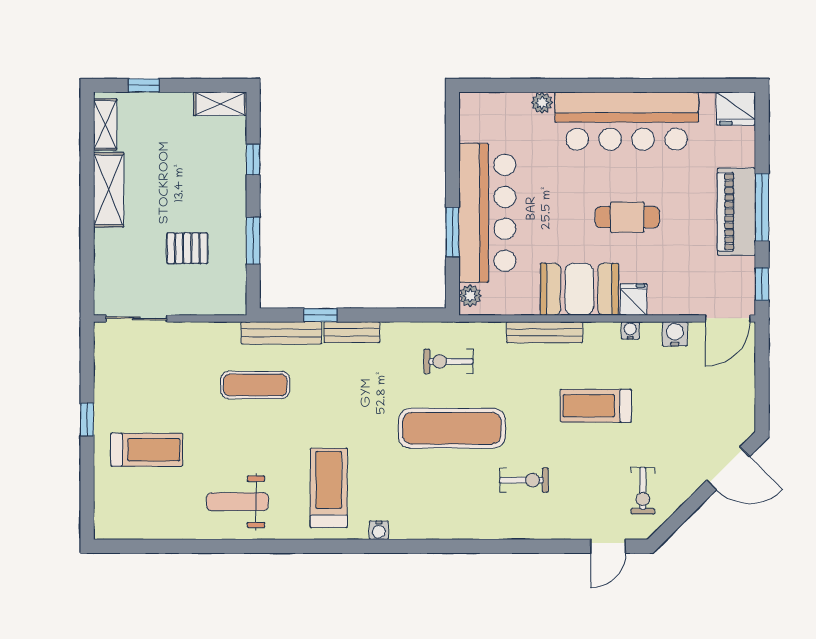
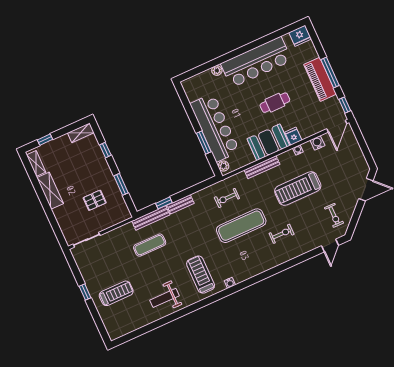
treadmill: (596, 406) -> (298, 188), width x1.37, depth x1.38

